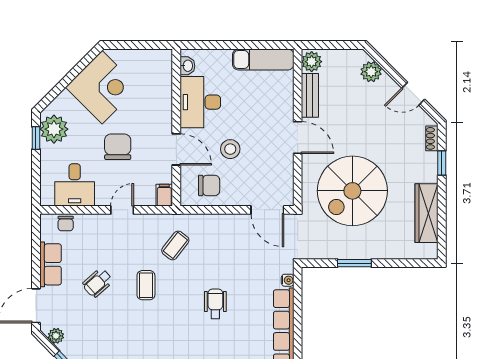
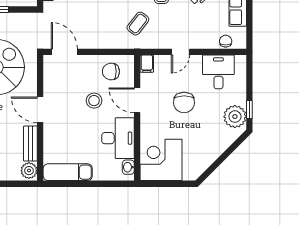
corner desk: (102, 87) -> (161, 160), moved, turned 45

